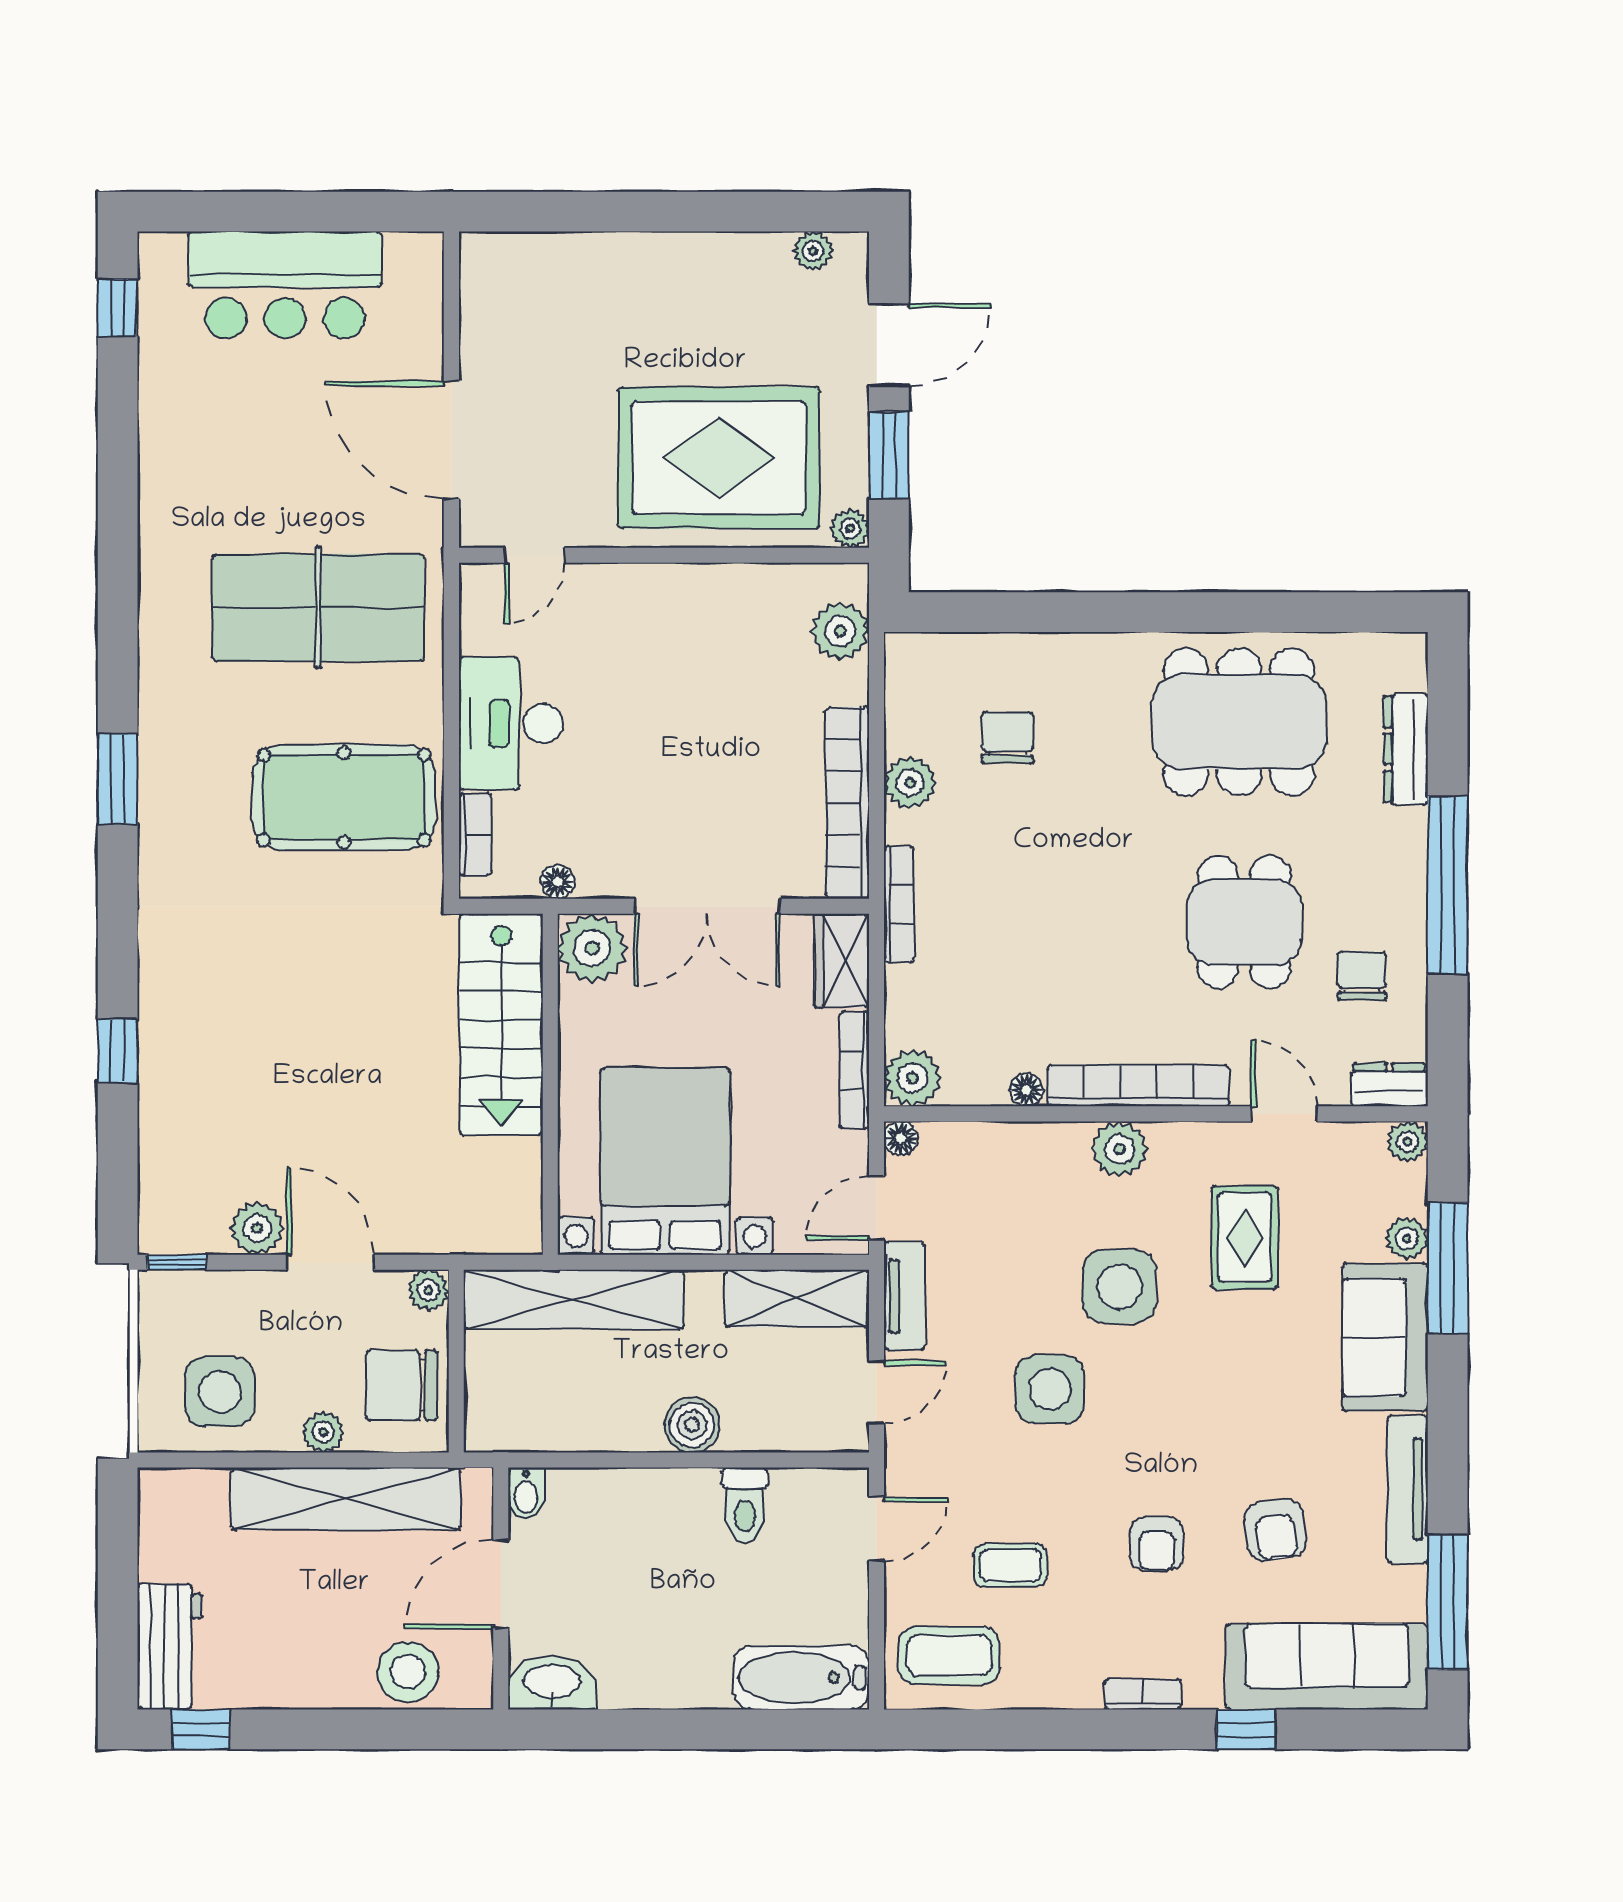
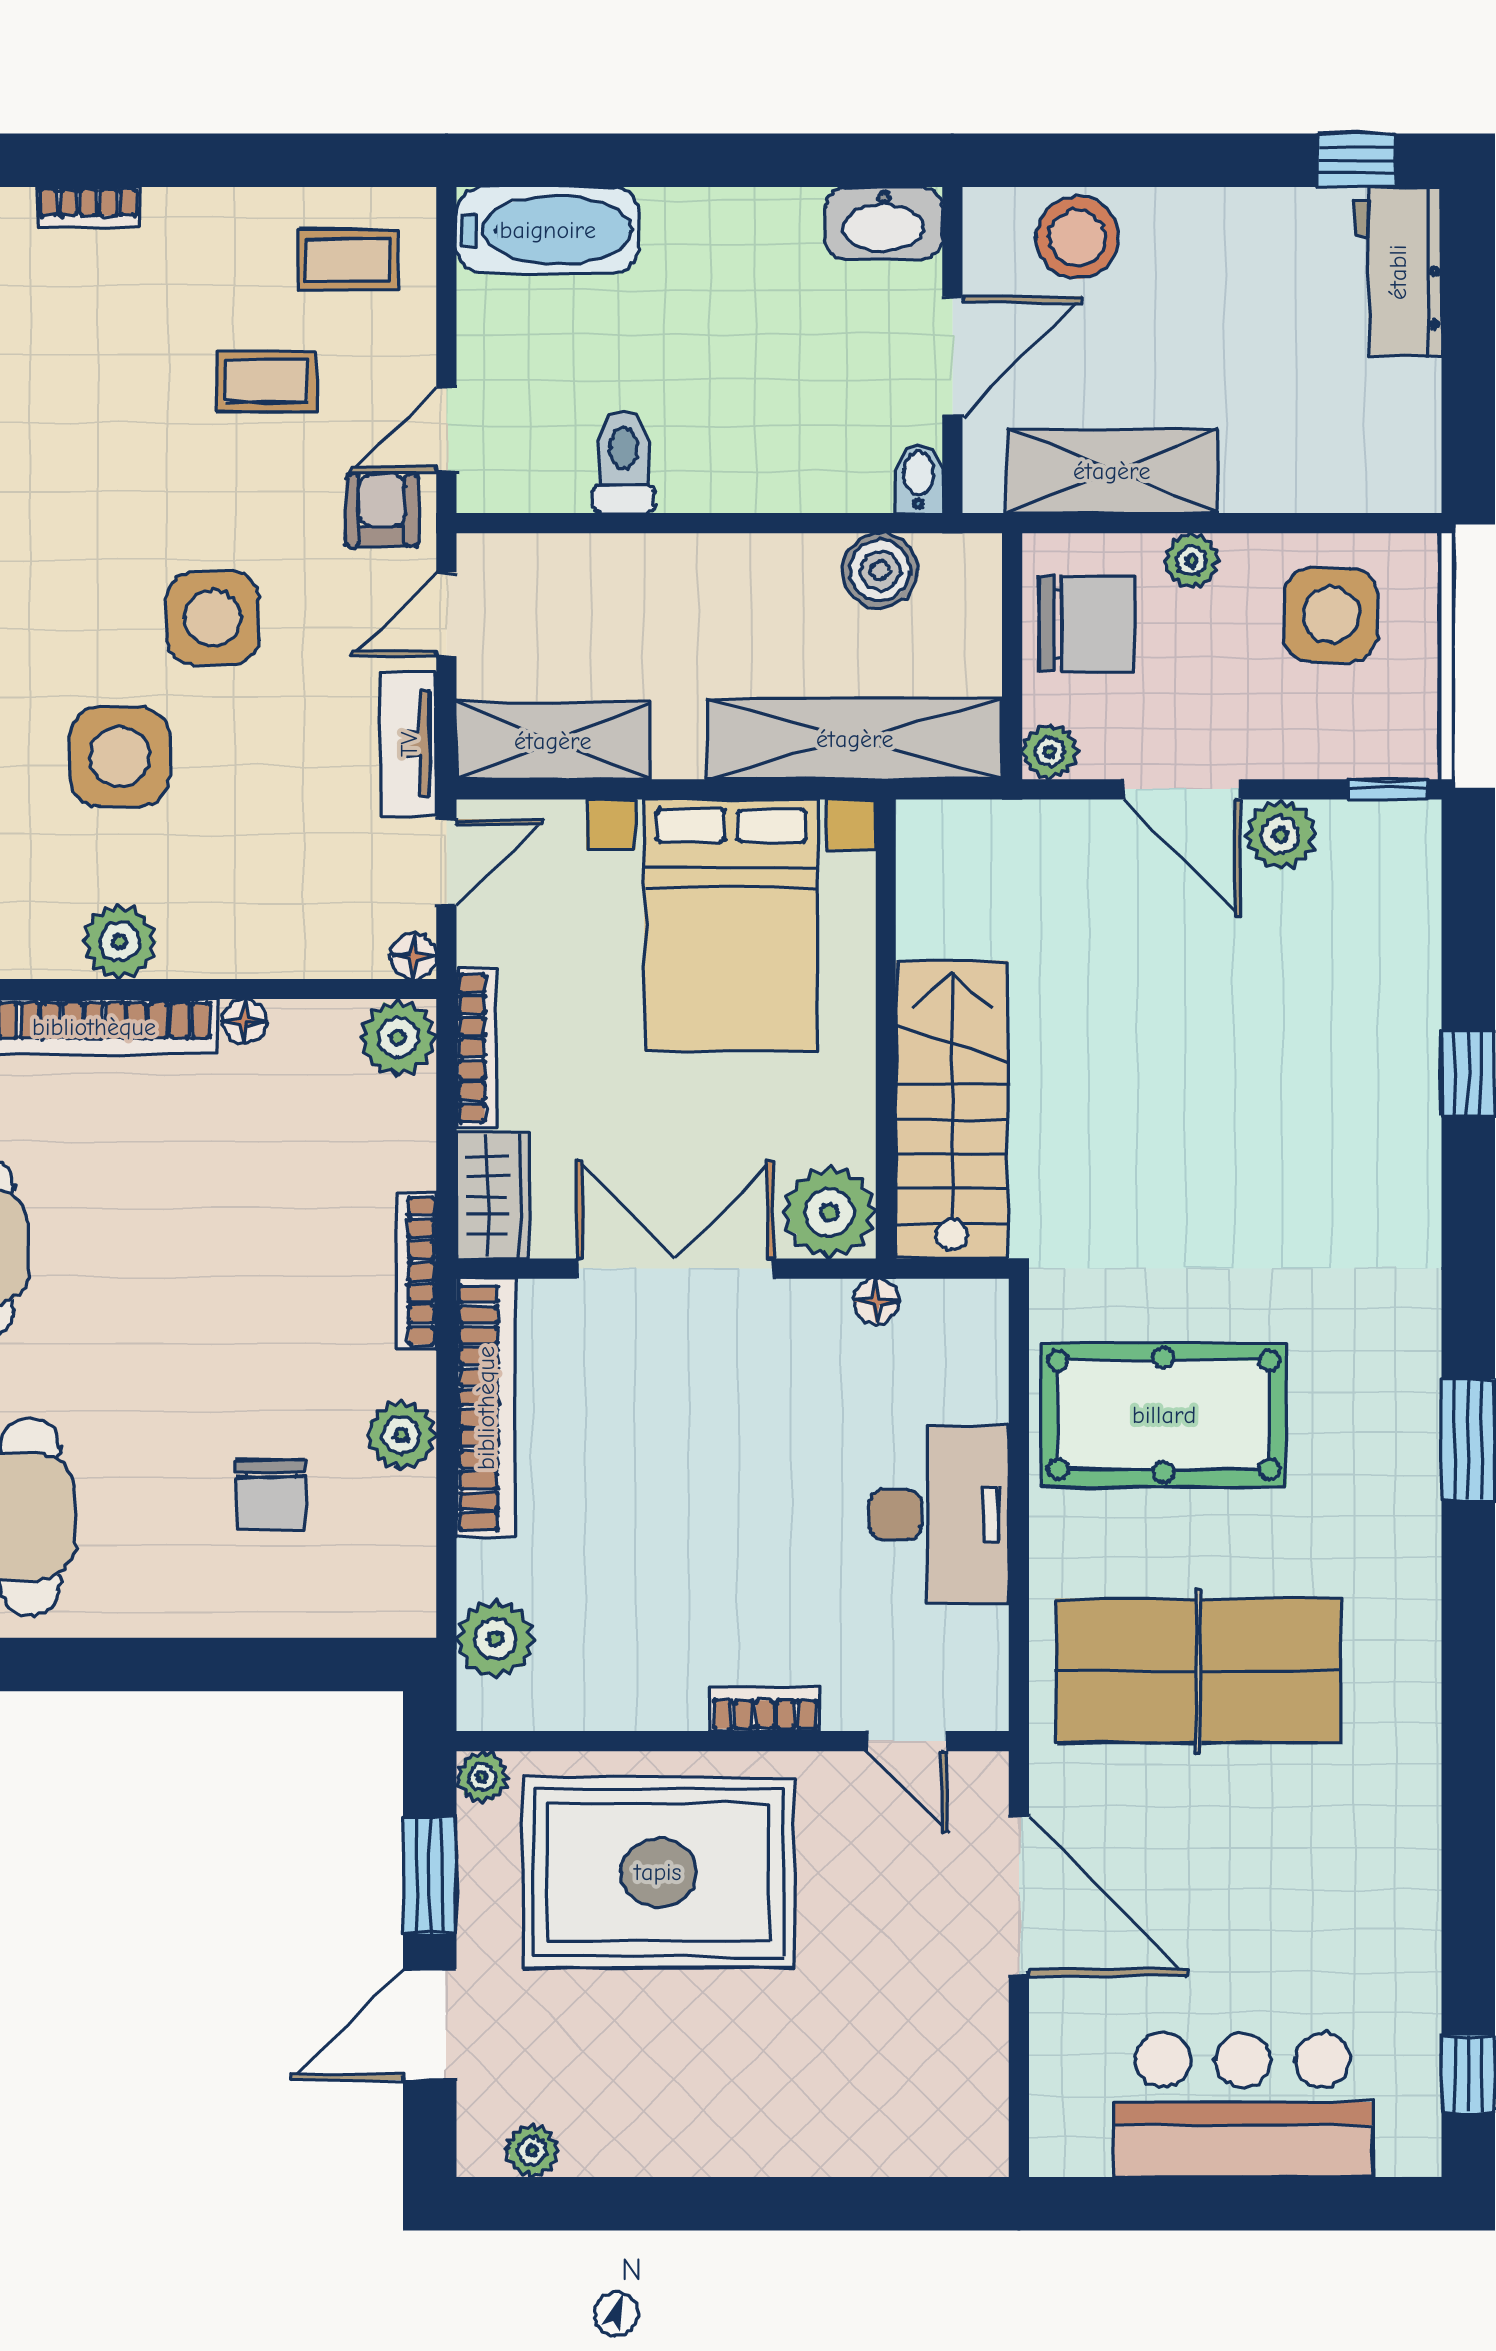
door: (535, 555) -> (907, 1741), swing flipped
bookcase: (475, 834) -> (765, 1709), moved, turned 90
boiler: (692, 1425) -> (880, 570), moved
shelving: (346, 1499) -> (1112, 471), width x0.68
armchair: (1157, 1544) -> (382, 510), moved
coffee table: (949, 1655) -> (349, 260), width x0.73, depth x0.77

